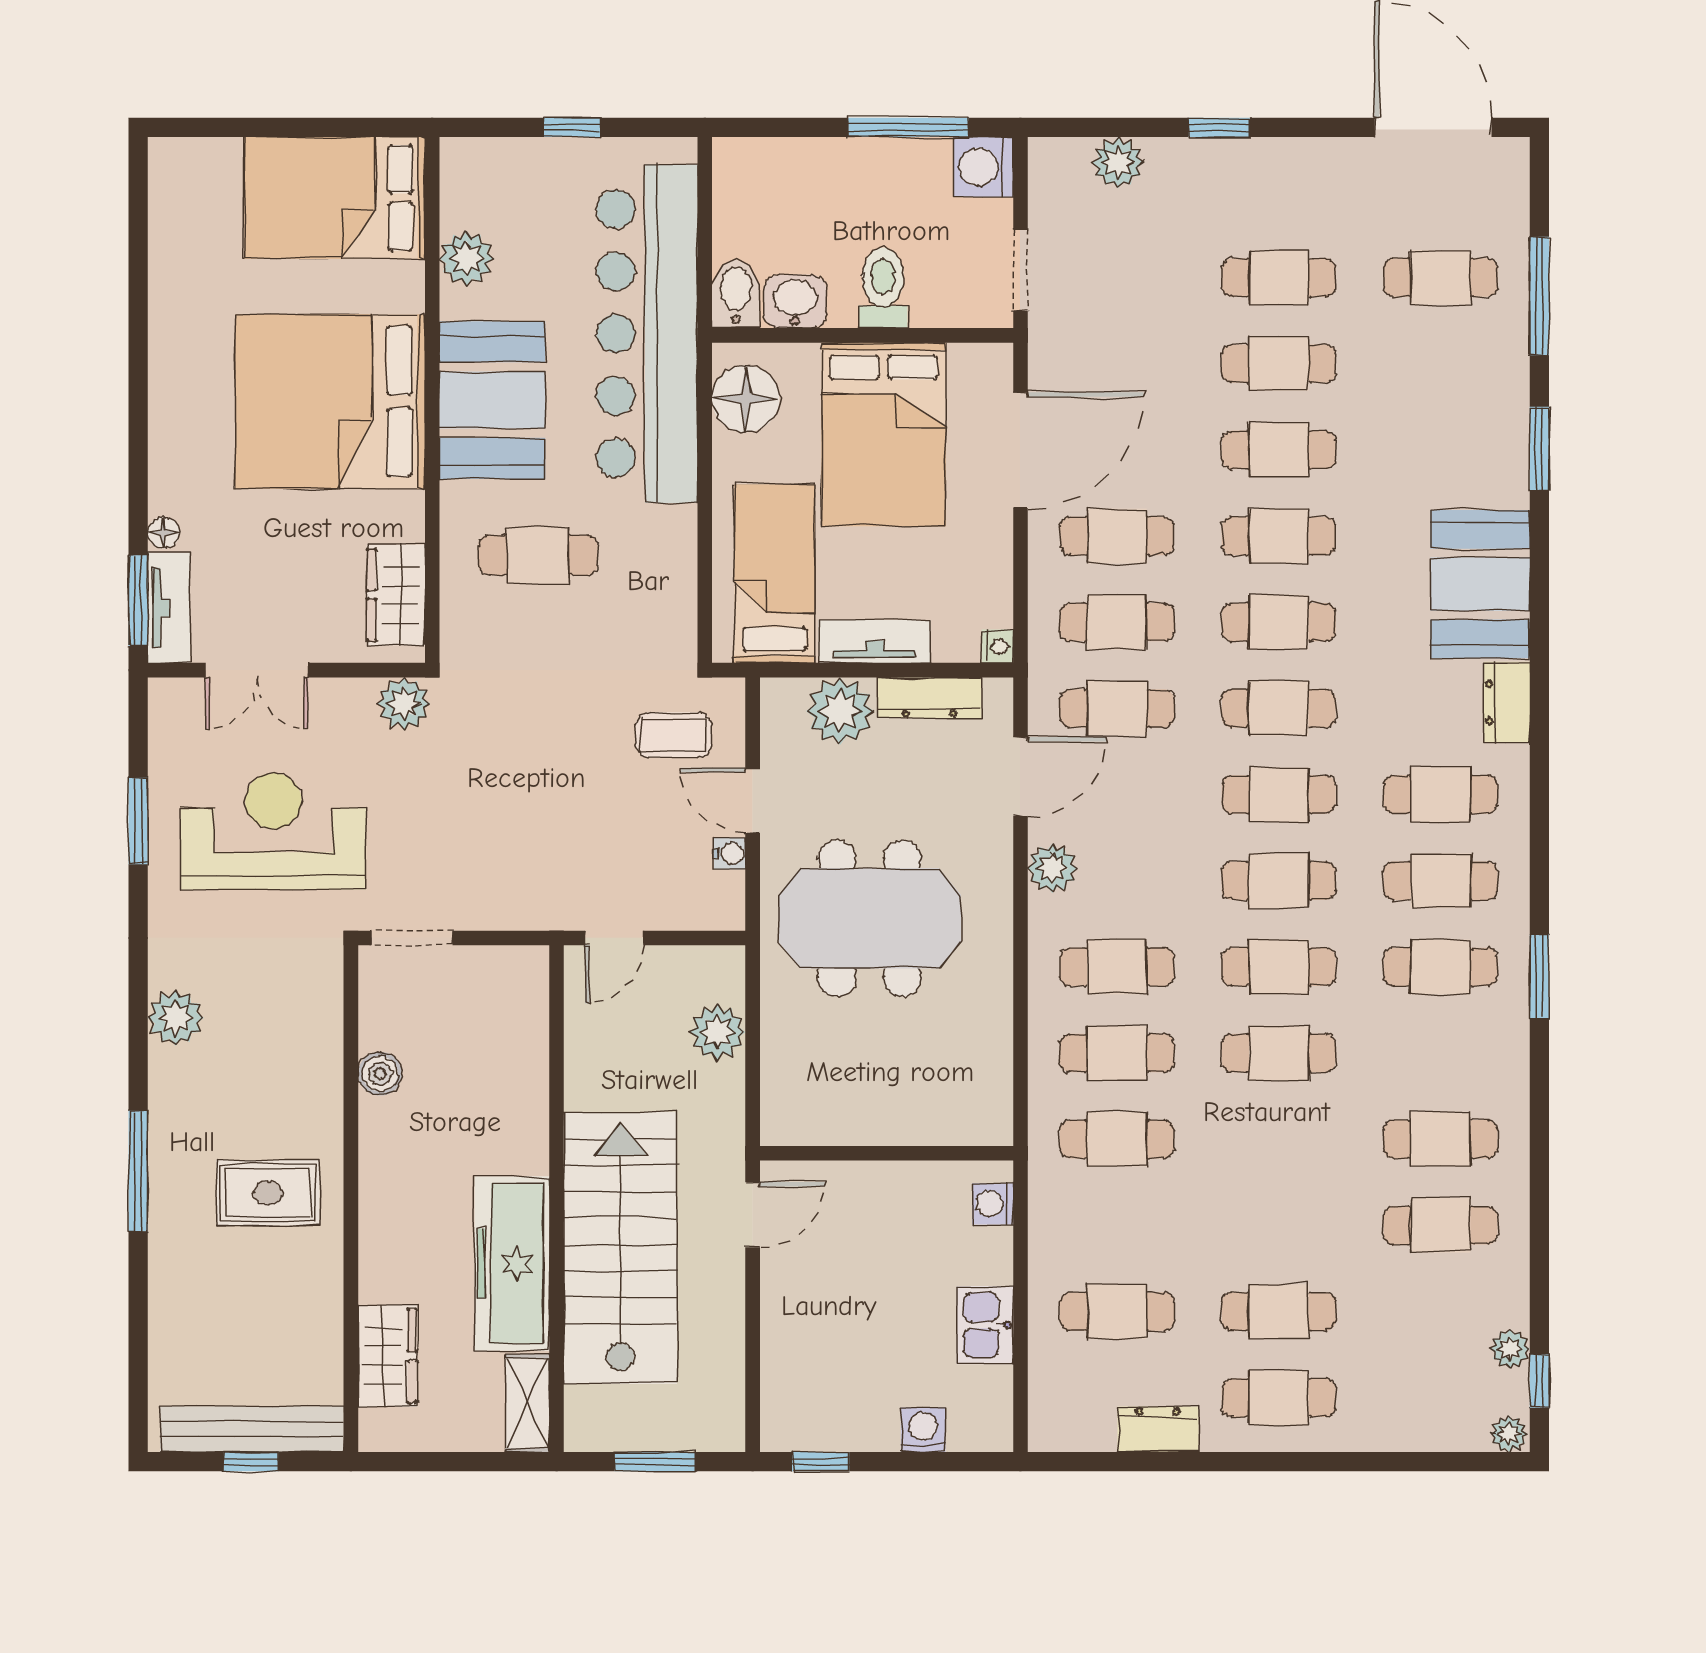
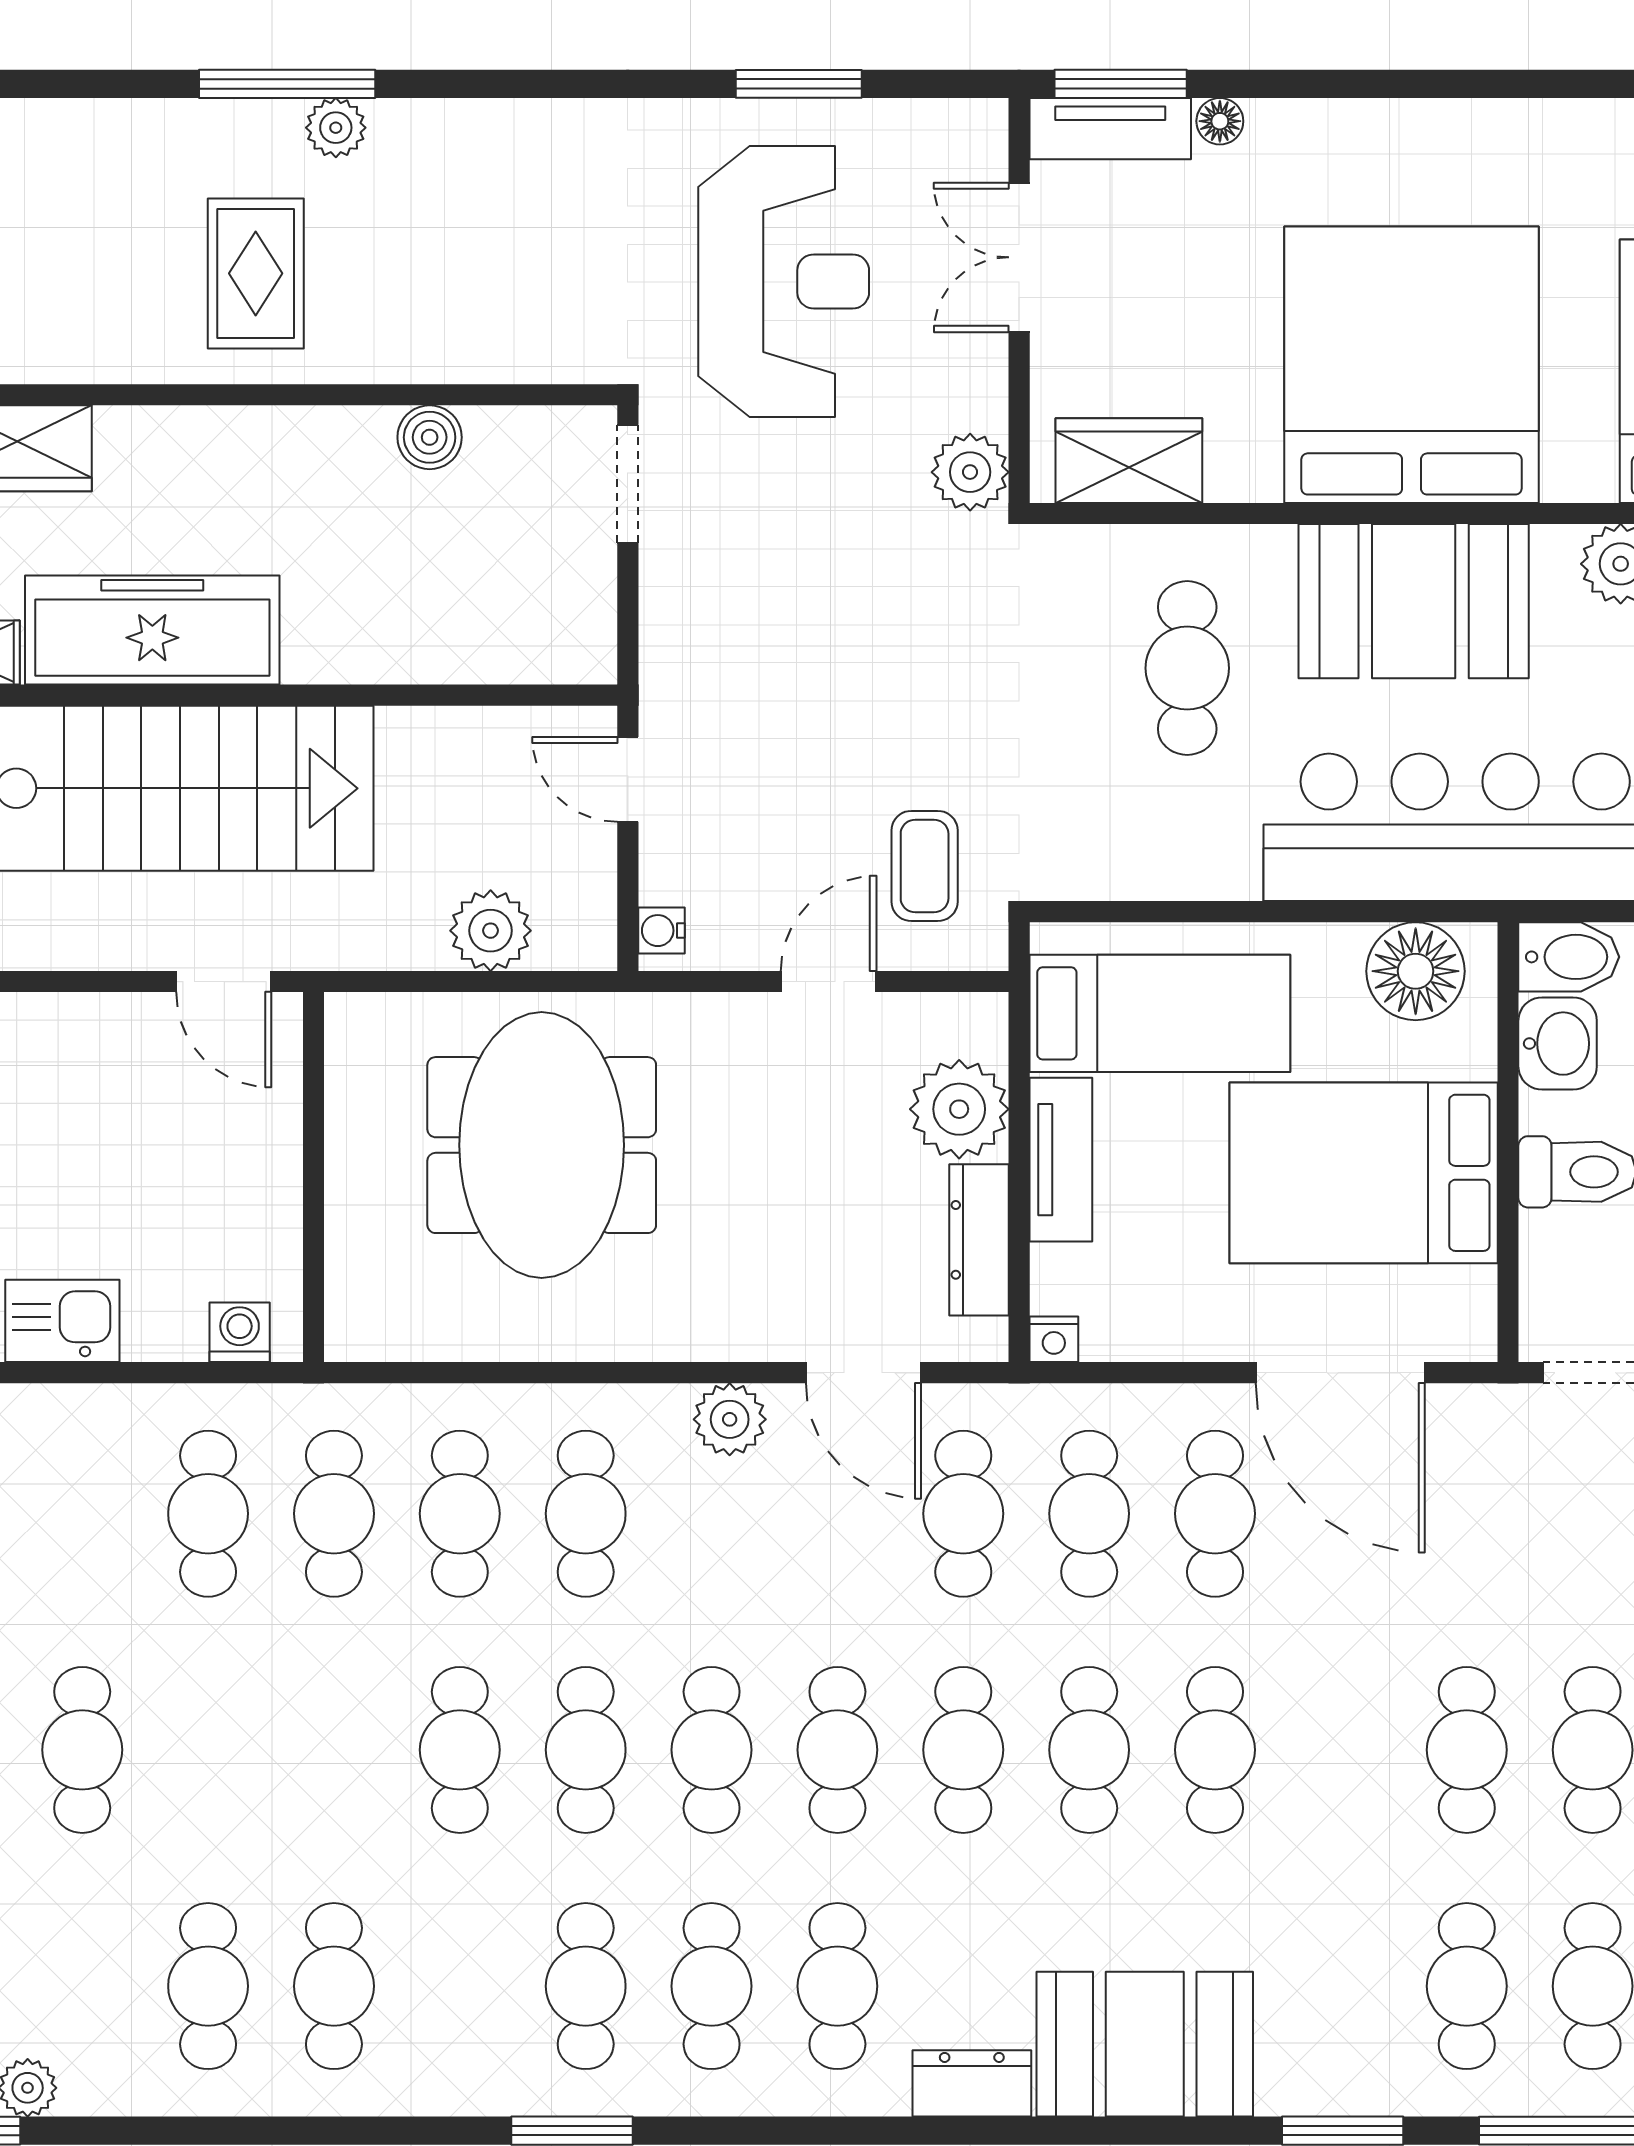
cafe table: (1279, 450) -> (1467, 1986), moved
water cooler: (730, 854) -> (661, 931), moved, turned 90
meeting table: (870, 918) -> (542, 1145), moved
plant: (176, 1018) -> (336, 128), moved, width x0.73, depth x0.73
cafe table: (1117, 1312) -> (208, 1514), moved

